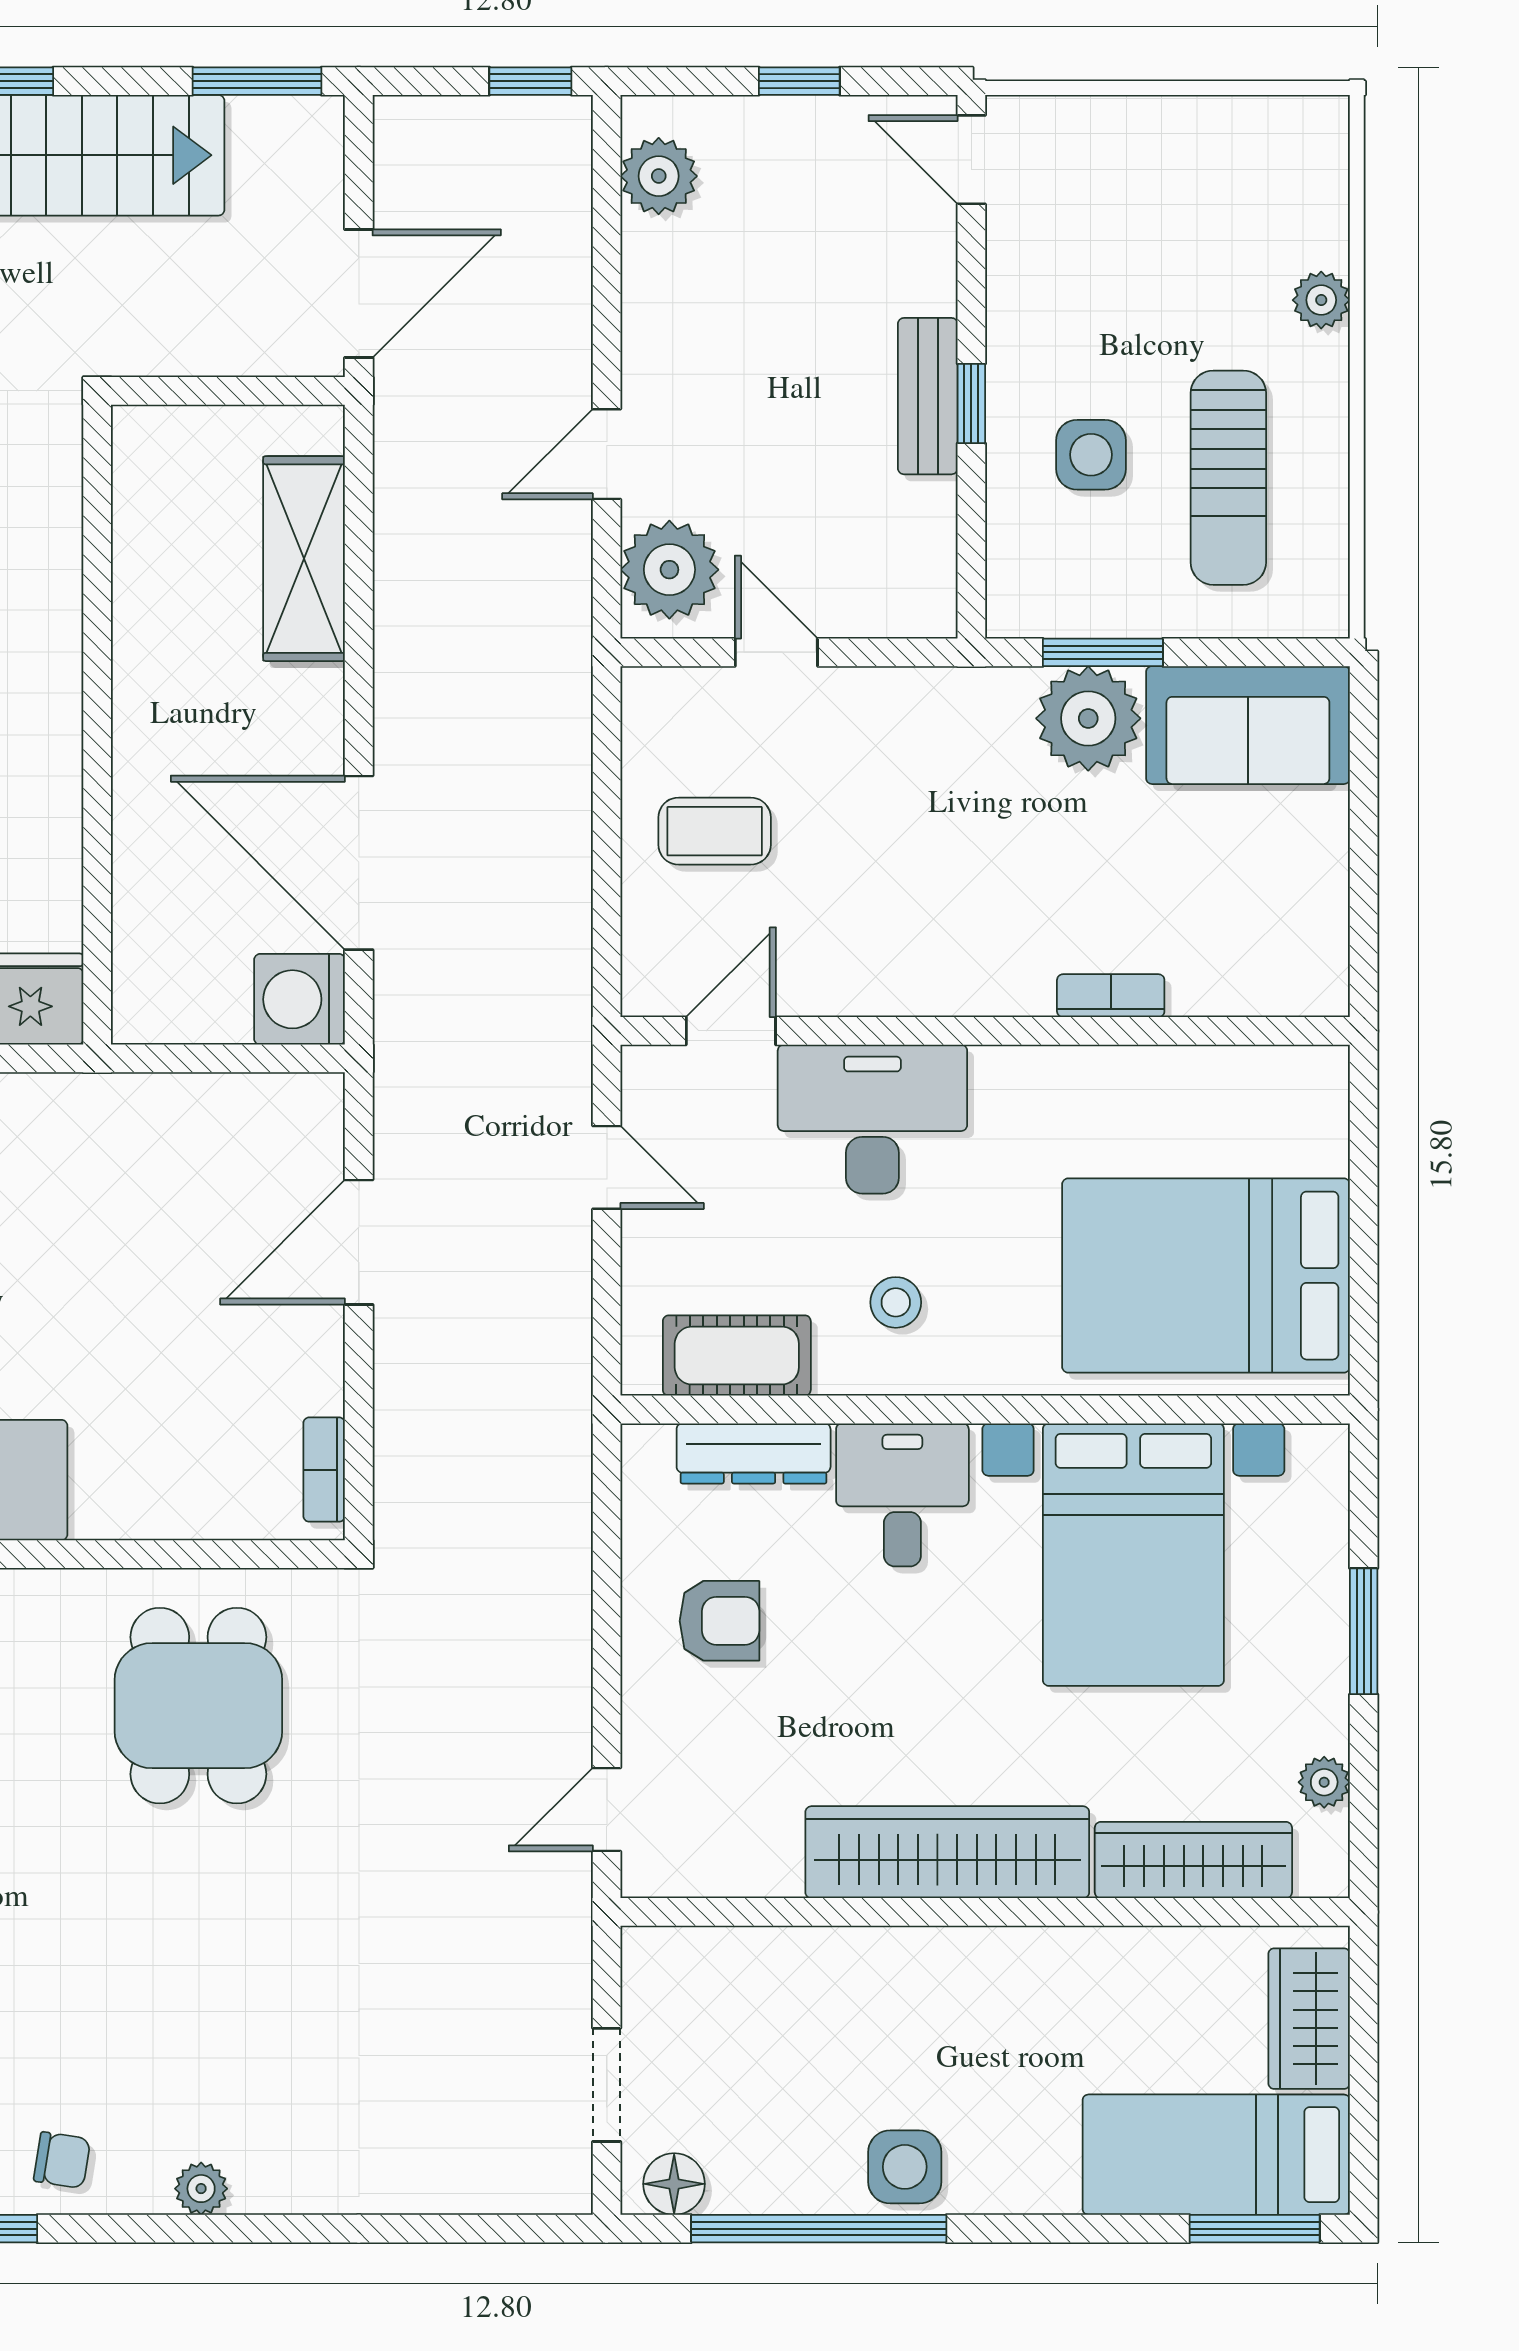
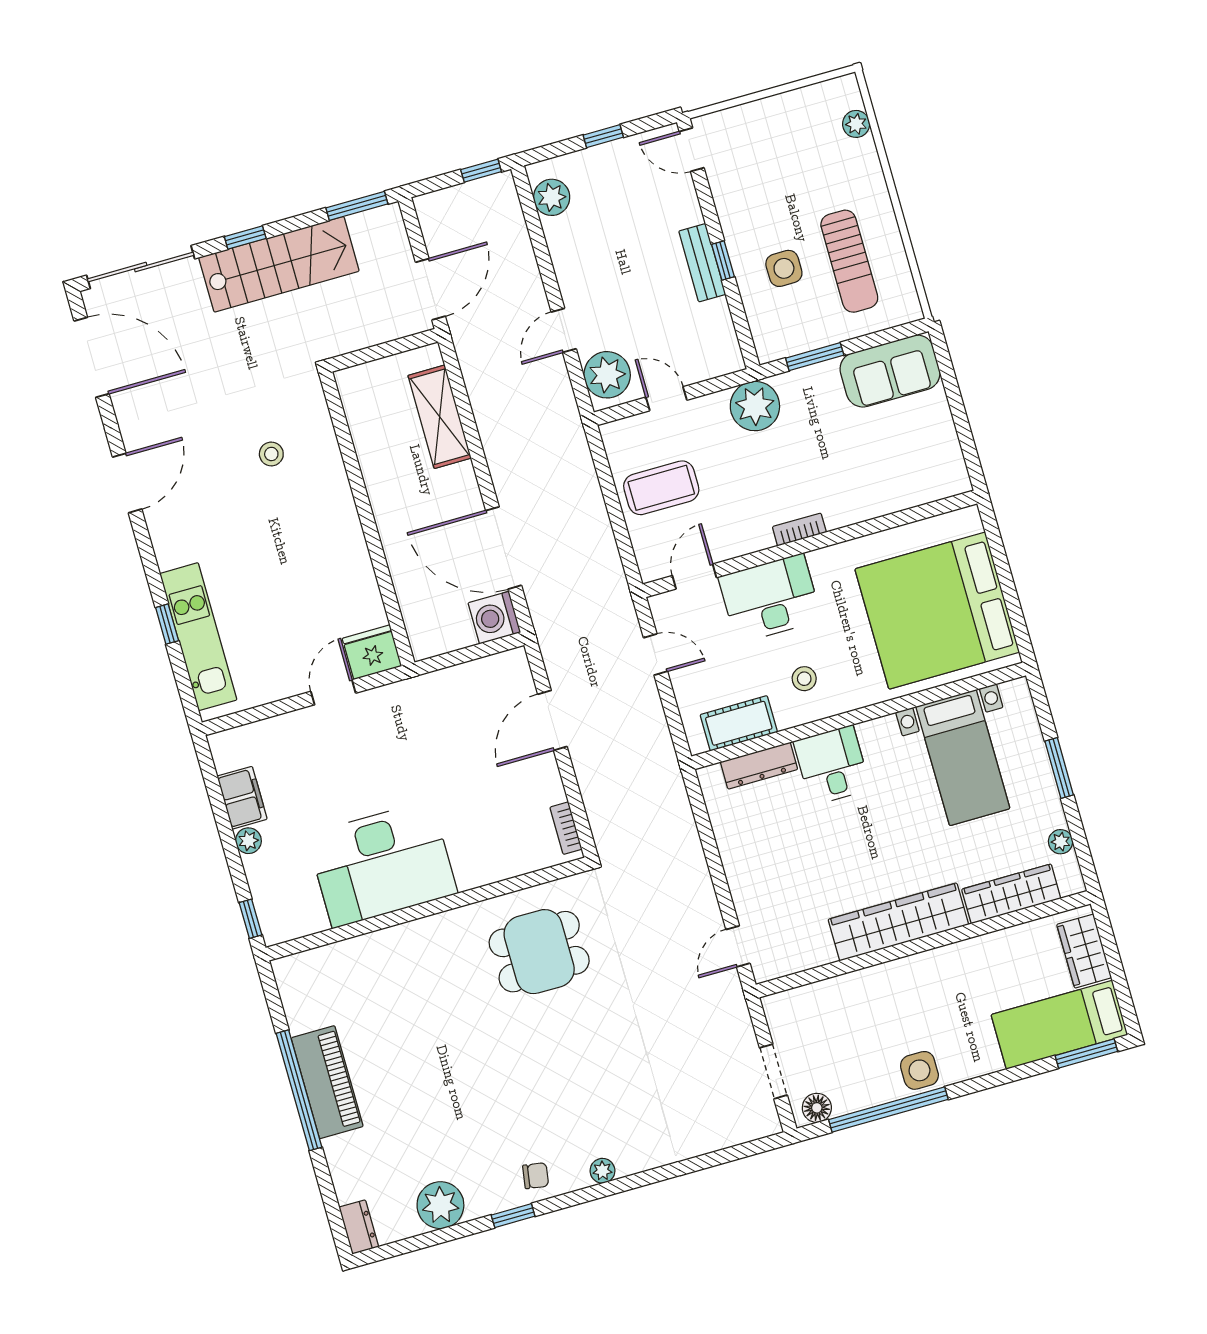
plant: (1321, 300) -> (856, 124), moved
plant: (1088, 718) -> (755, 406), moved
coffee table: (715, 831) -> (661, 488), width x1.36, depth x1.30
bookcase: (1111, 996) -> (799, 530), moved
bed: (1206, 1276) -> (937, 611), width x1.36
bed with nightstands: (1133, 1555) -> (963, 758), width x0.73
armchair: (719, 1621) -> (765, 846), removed
dining table: (198, 1706) -> (539, 952), turned 90

